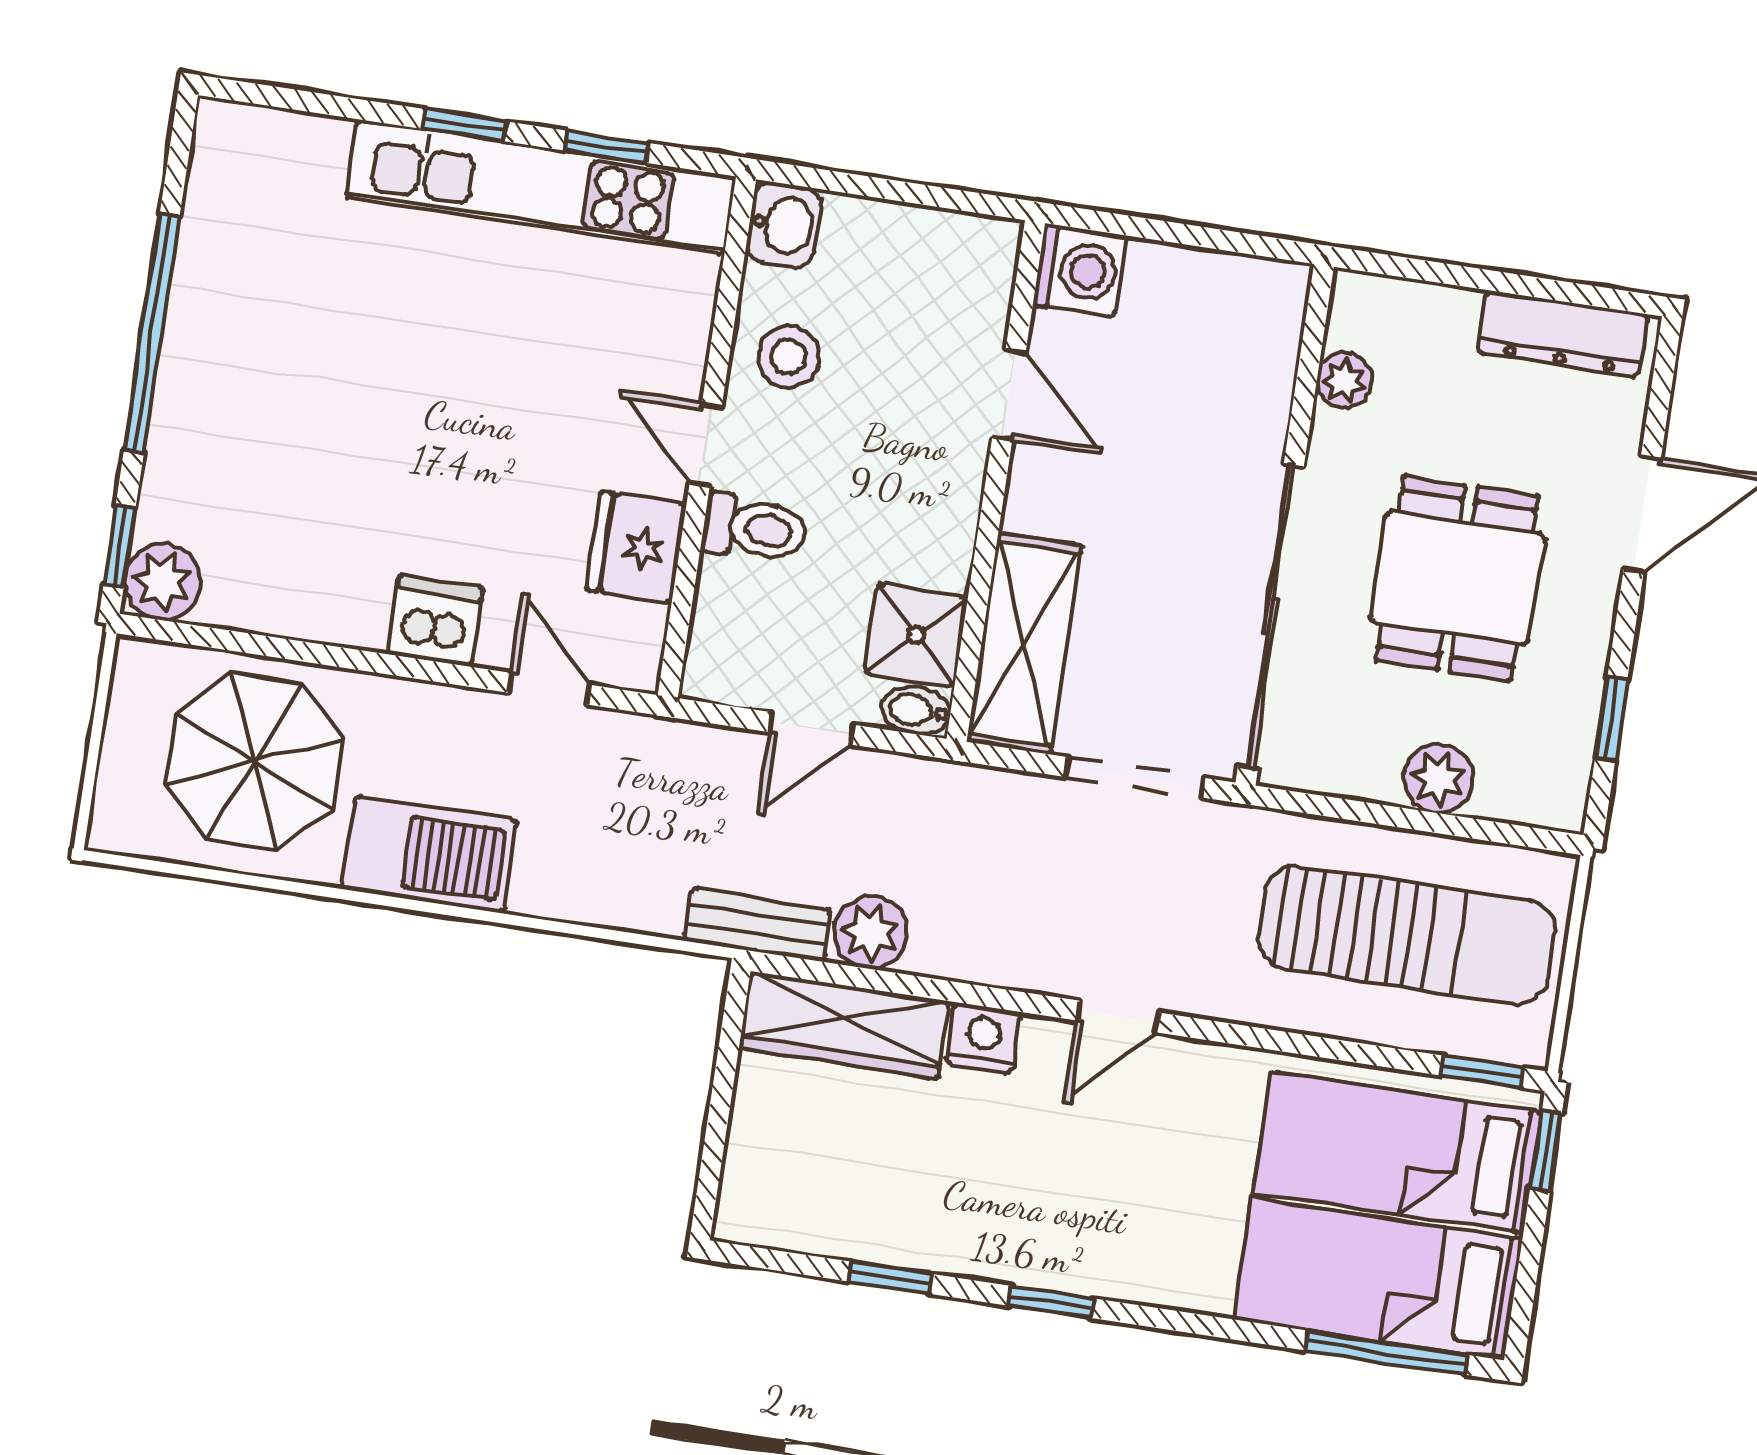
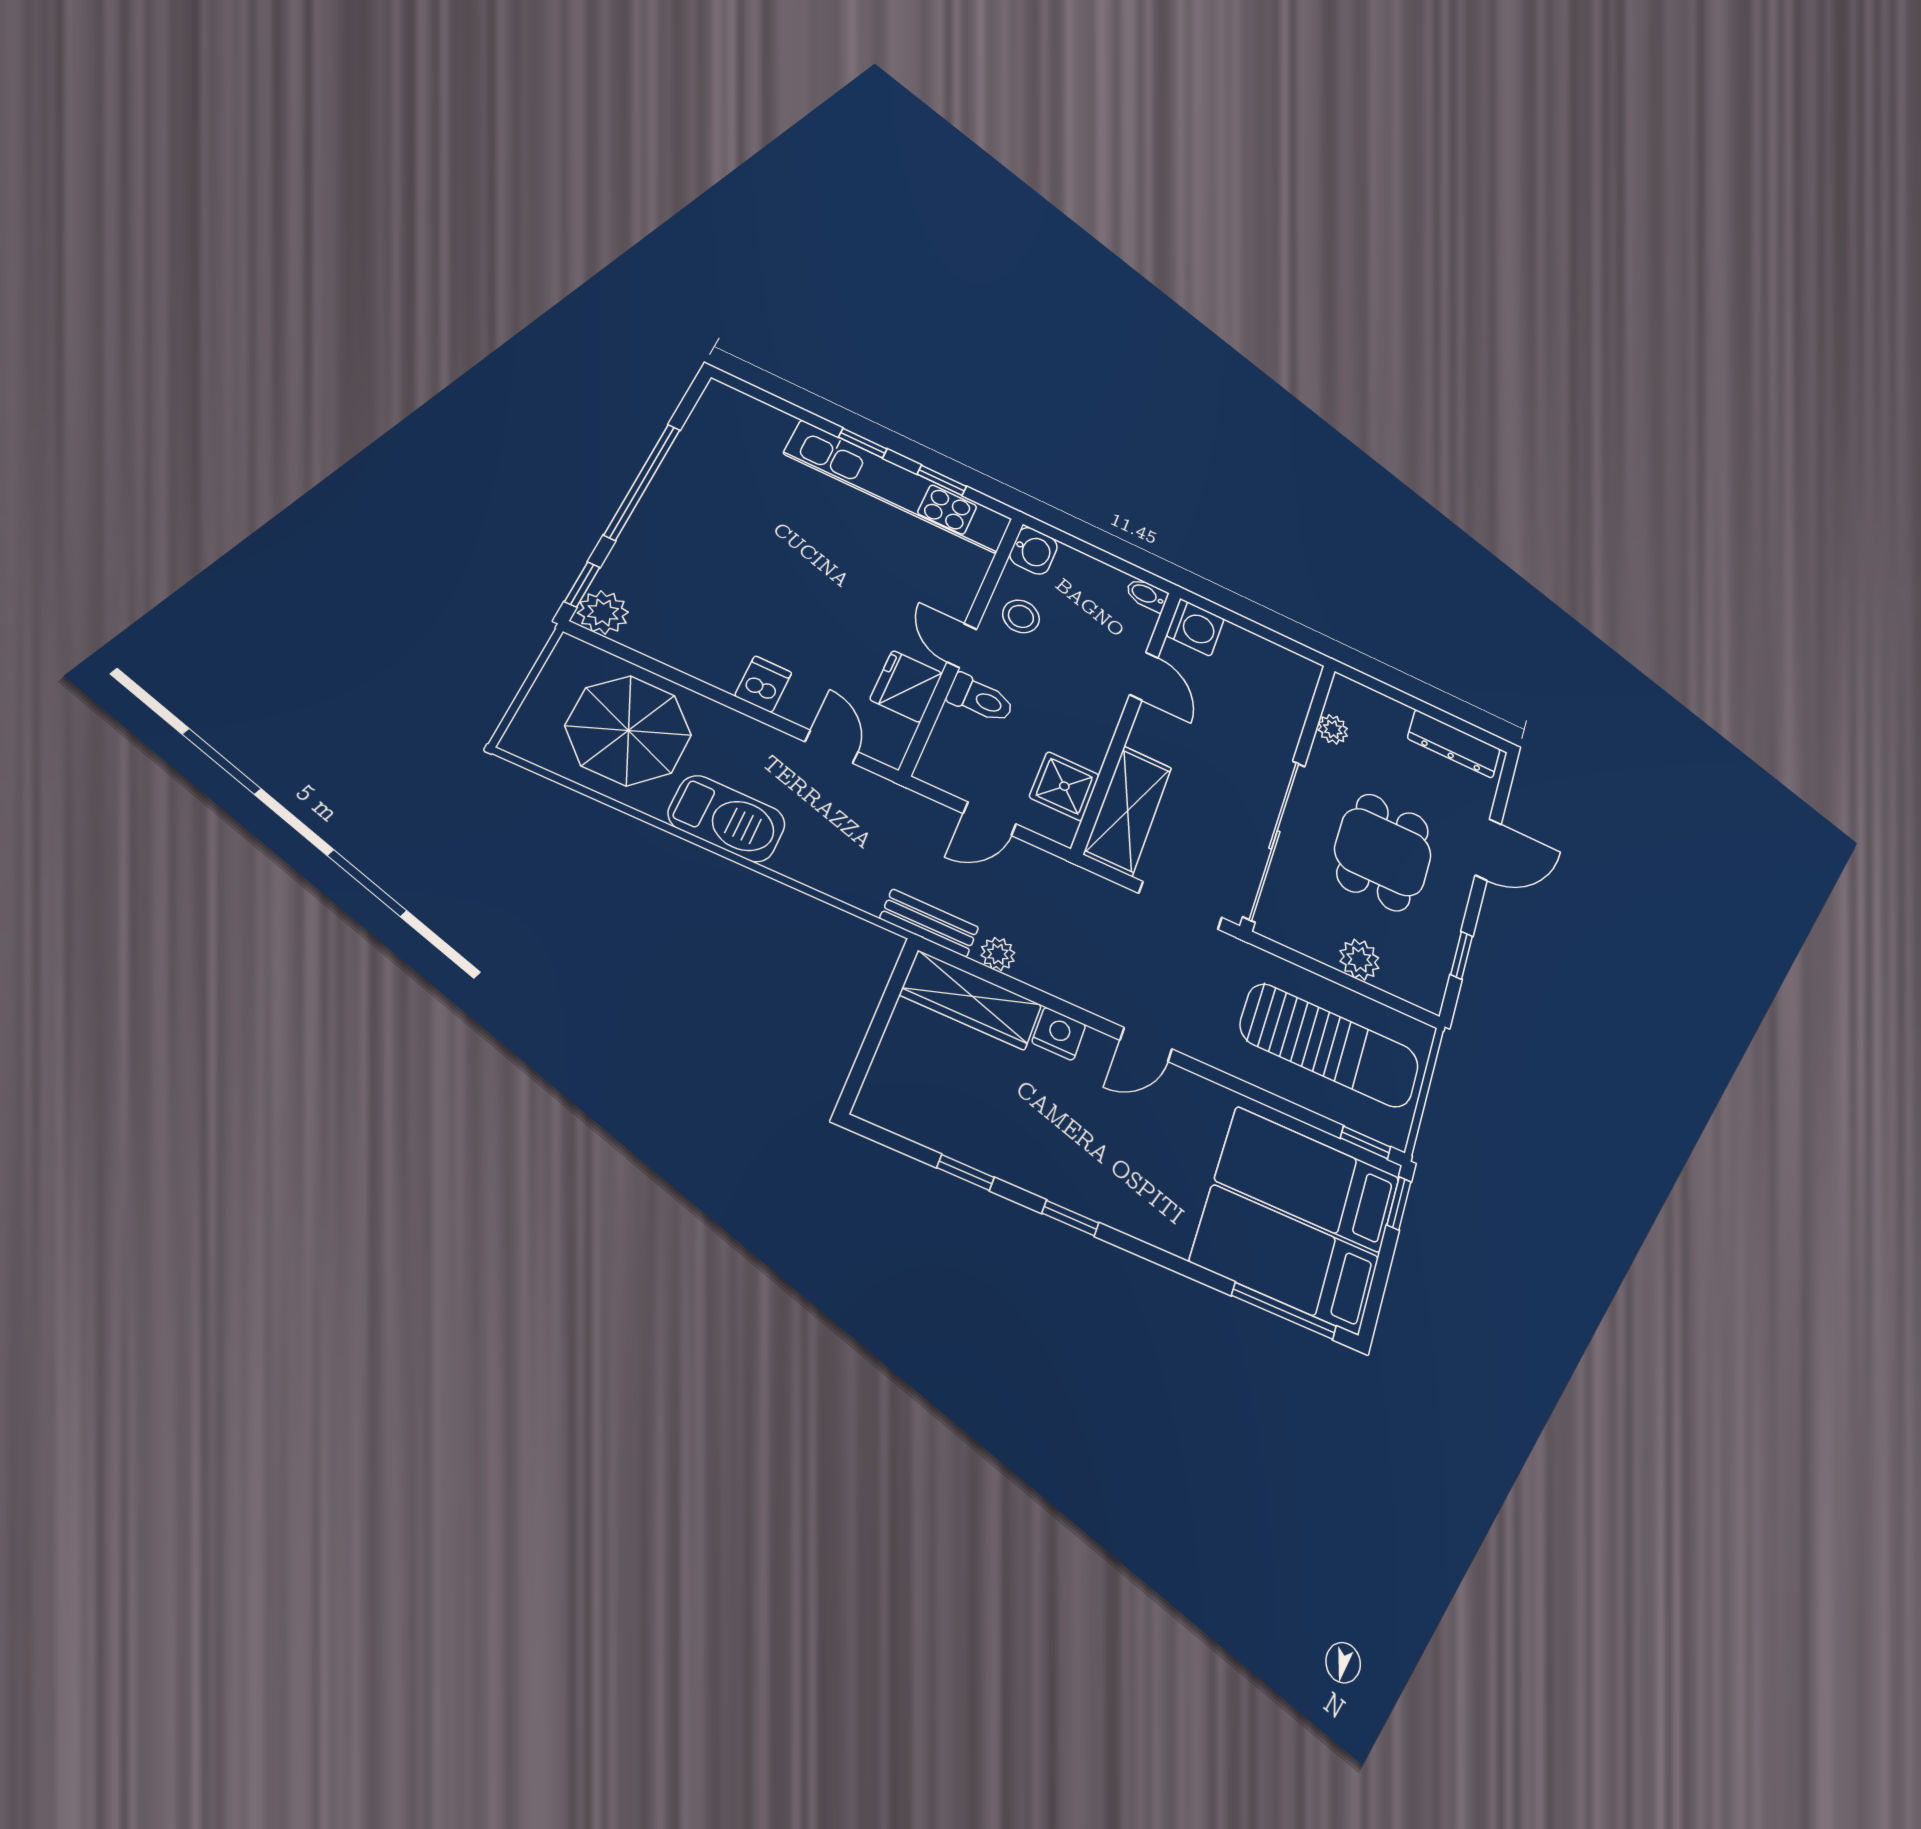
dishwasher: (435, 621) -> (763, 684), width x0.73
bidet: (916, 710) -> (1147, 595), moved
plant: (870, 932) -> (998, 954), width x0.73, depth x0.73

